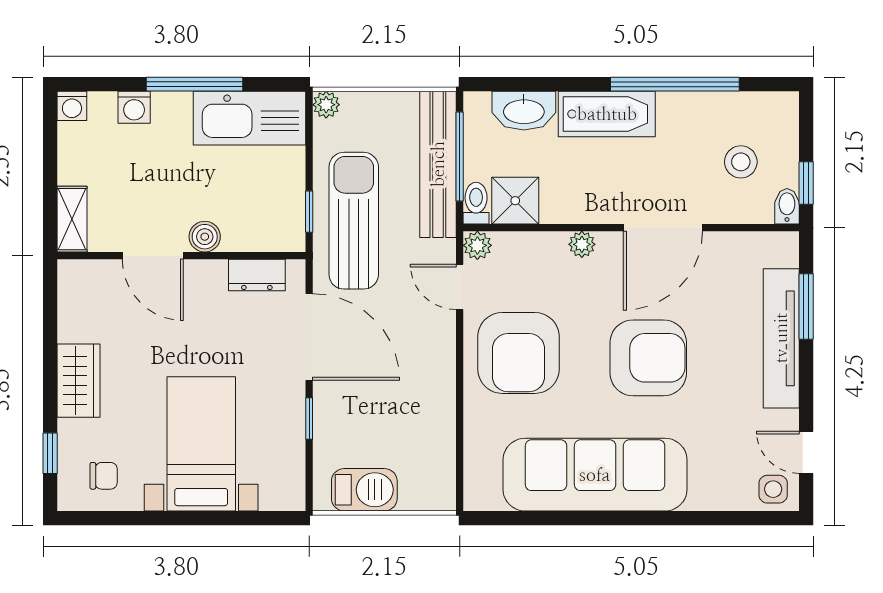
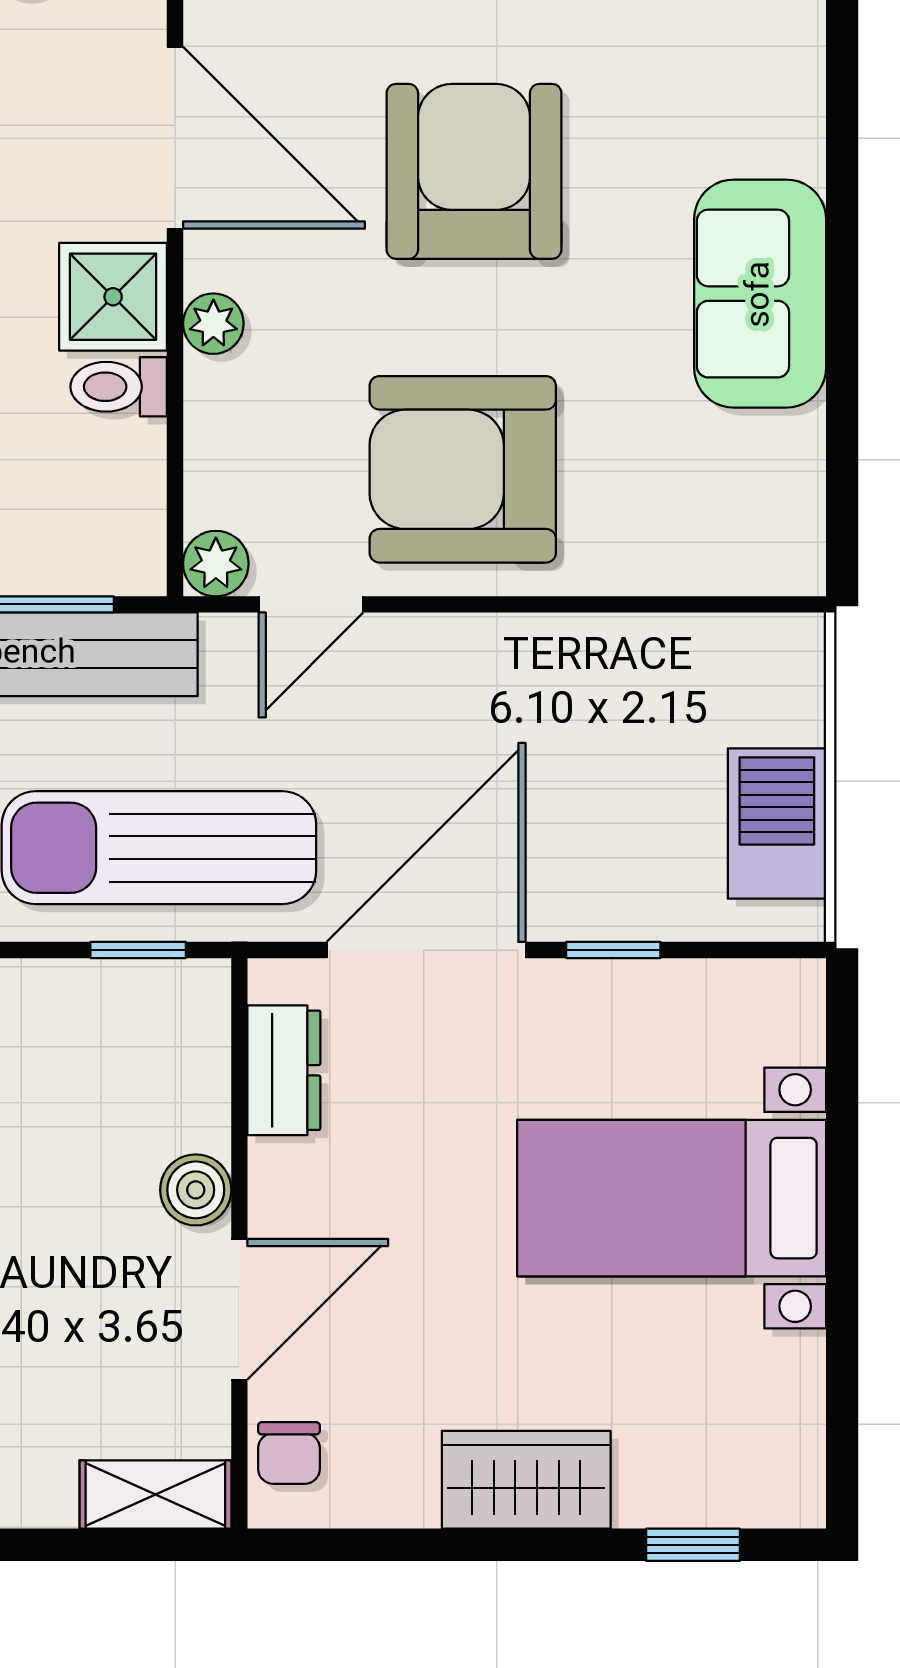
shower: (515, 201) -> (113, 297), moved
toilet: (476, 203) -> (119, 387), moved
armchair: (519, 353) -> (463, 469), turned 180
sofa: (595, 475) -> (760, 294), width x0.54, depth x0.79
chair: (104, 476) -> (289, 1453), moved, turned 180

